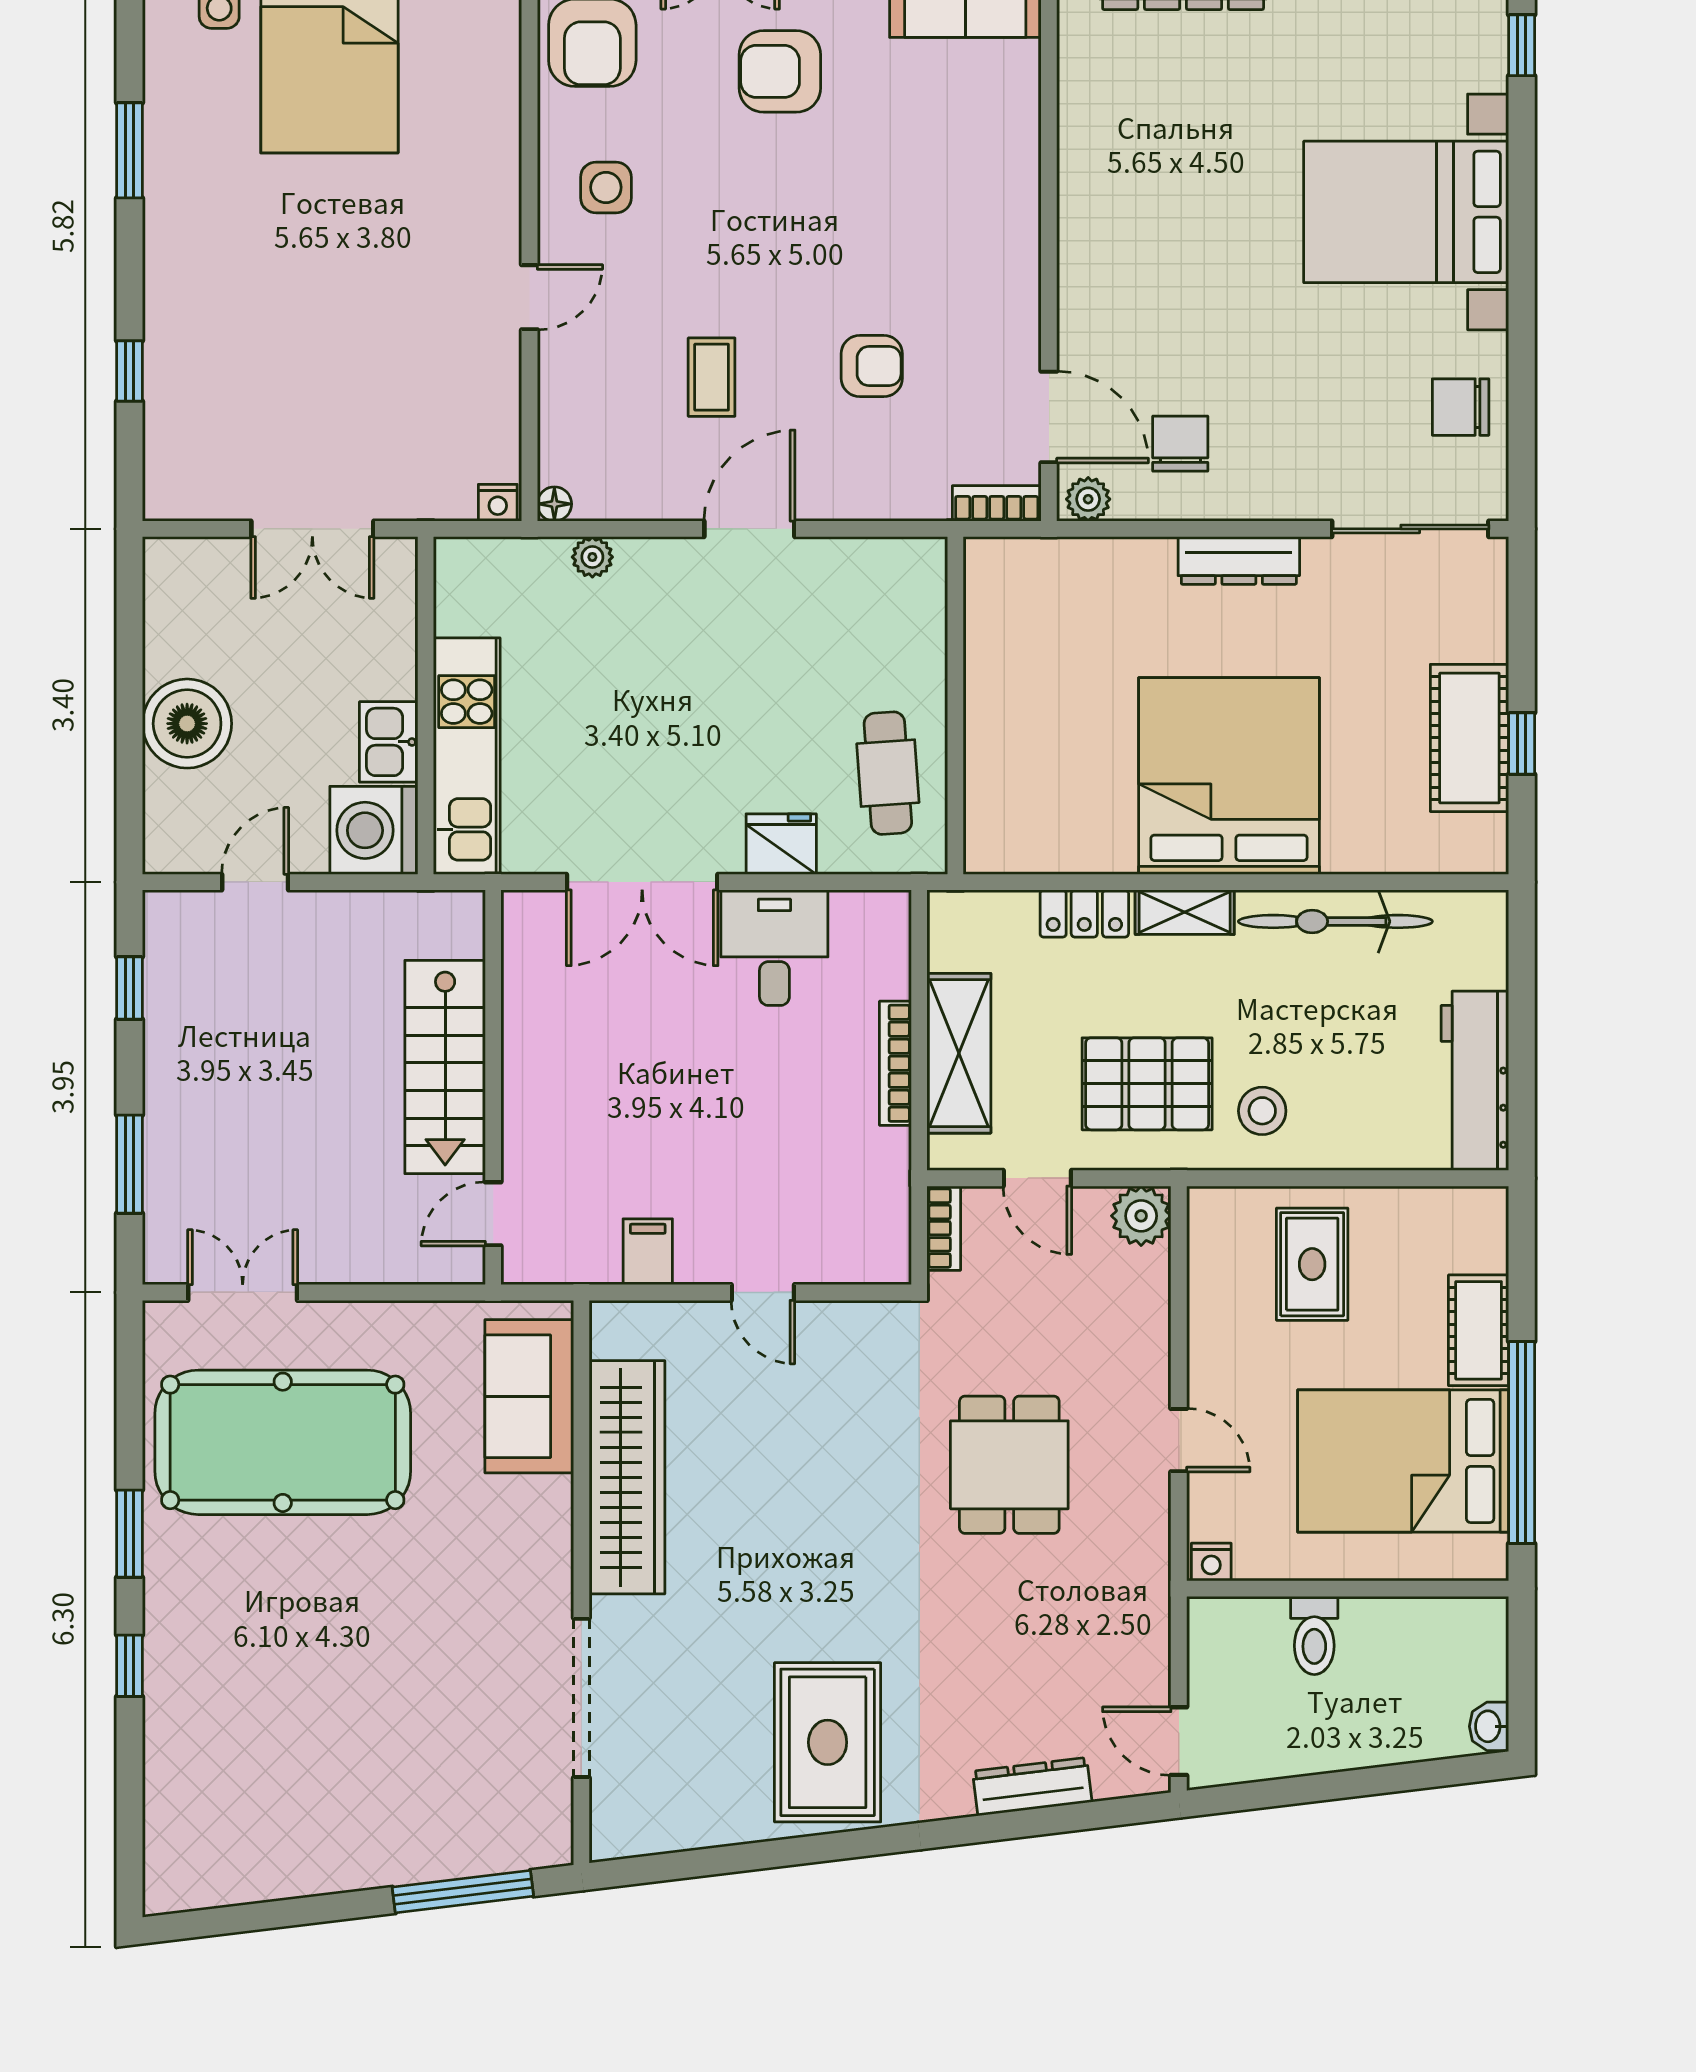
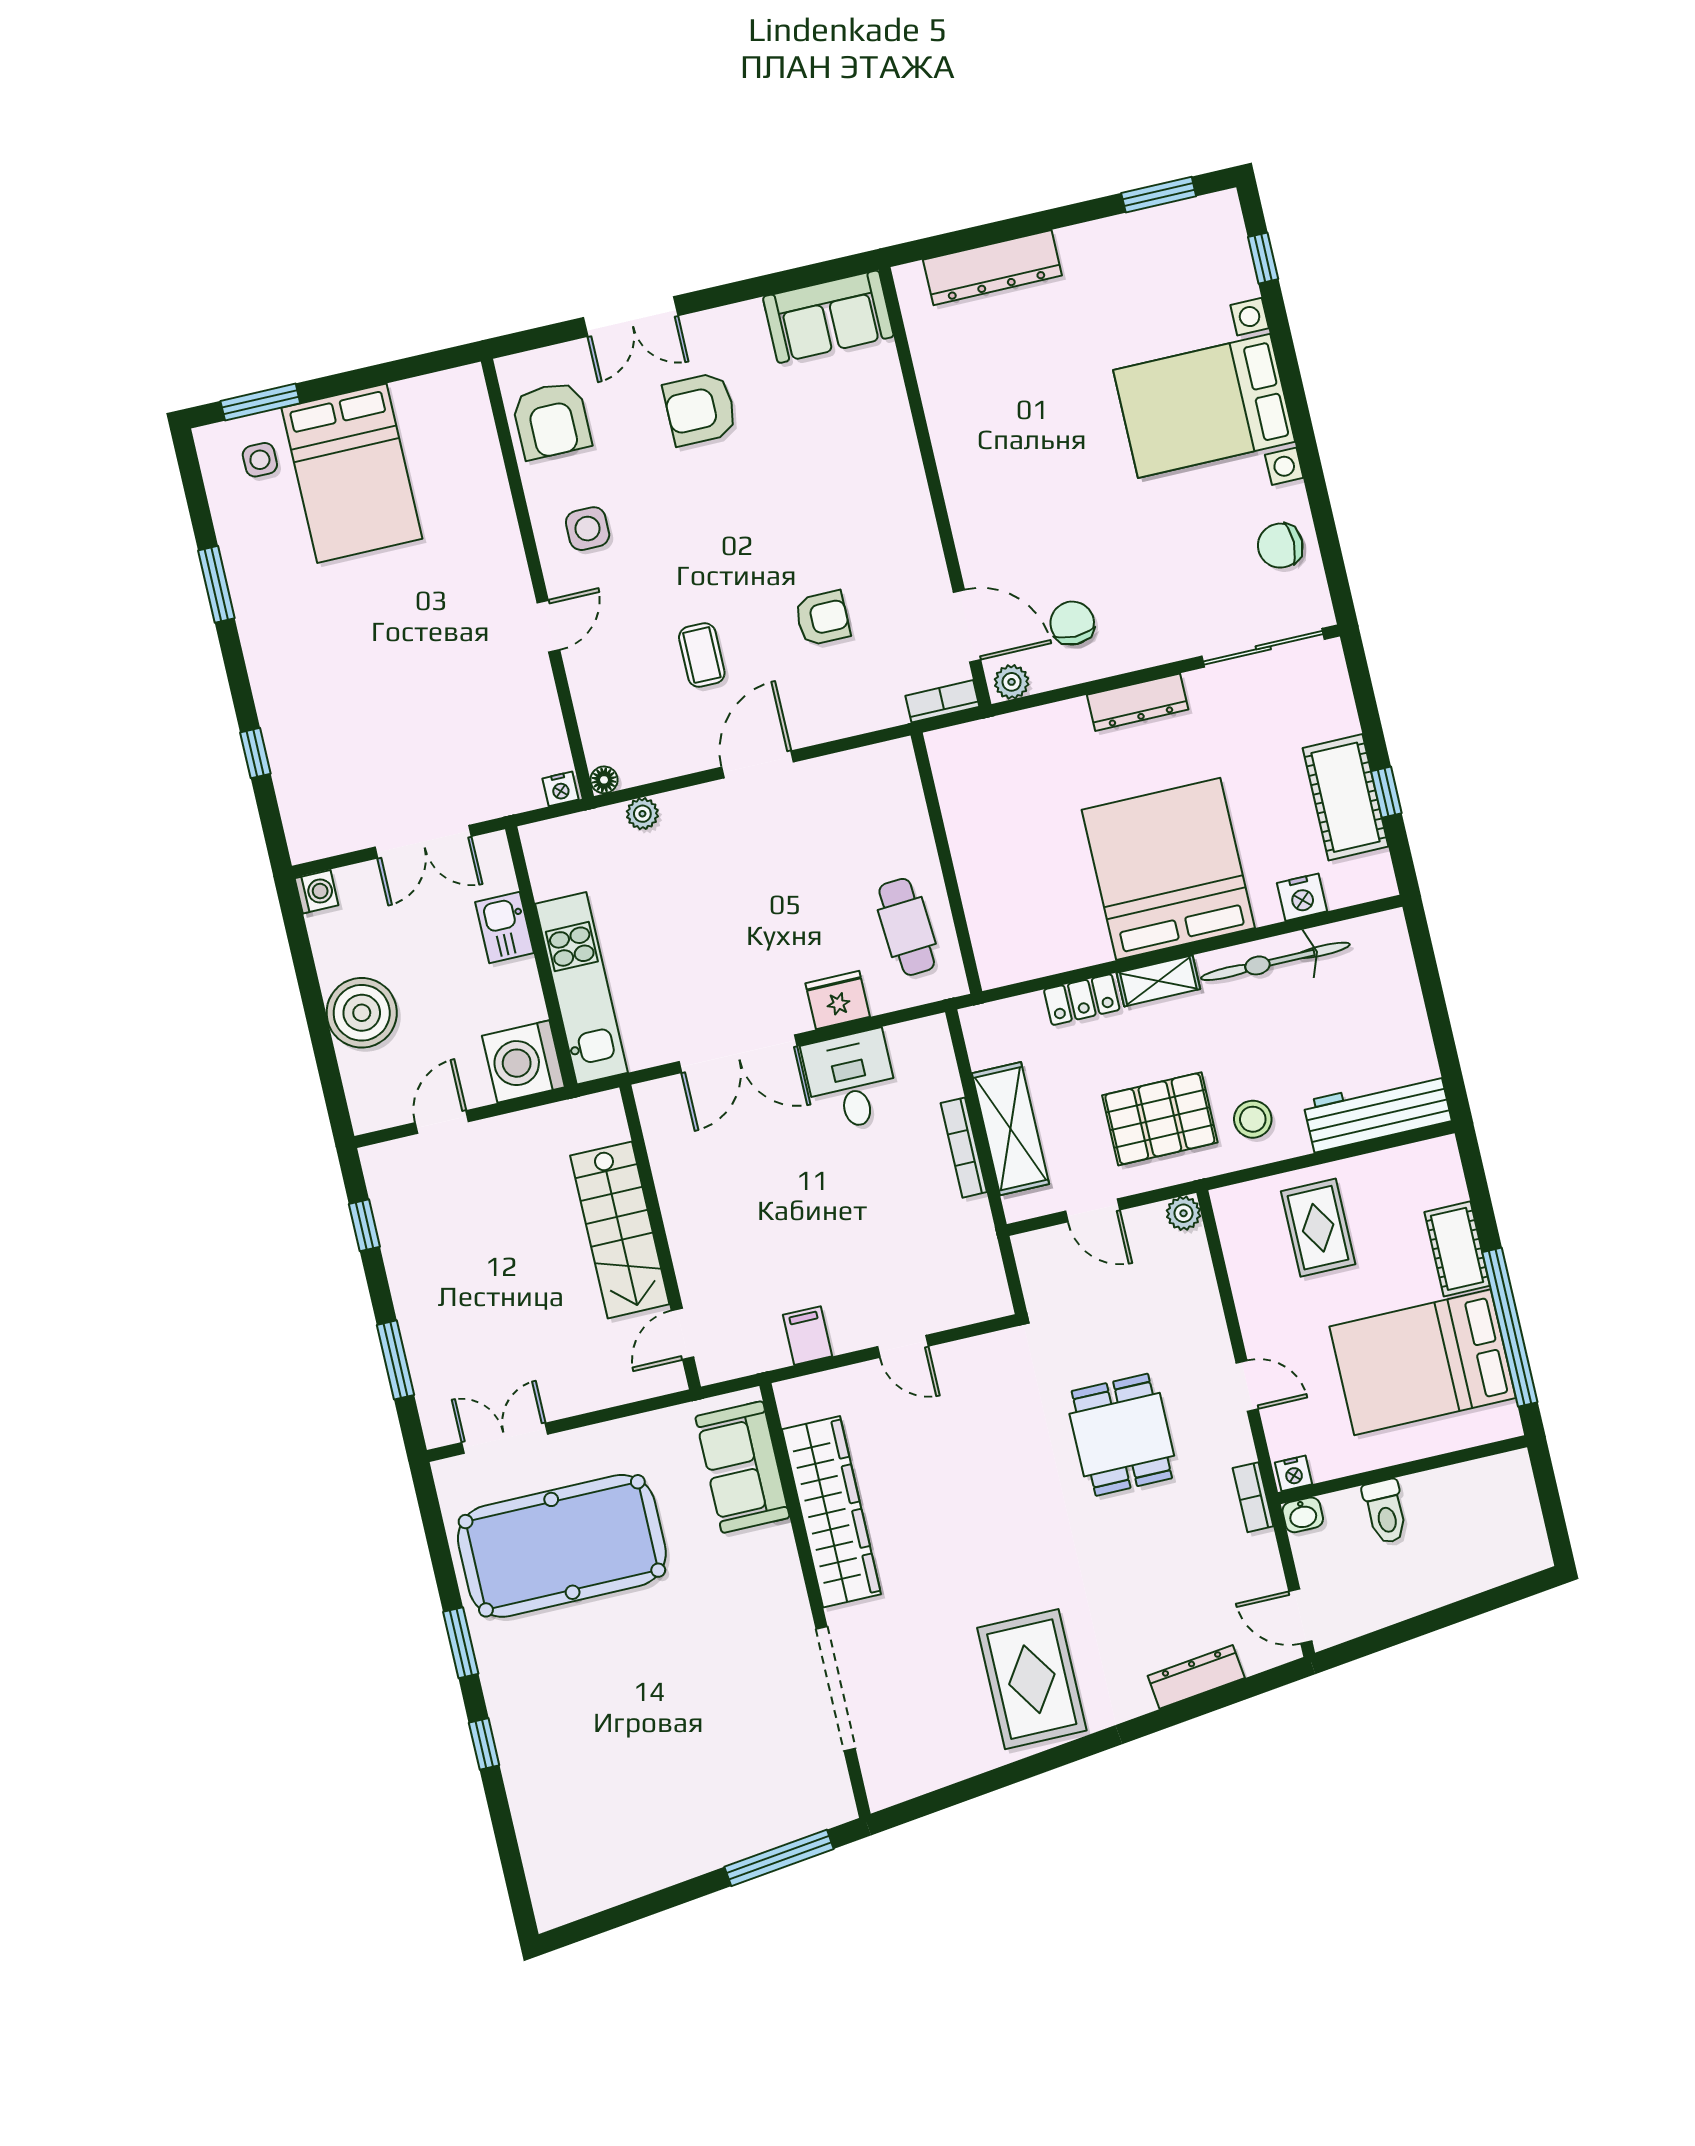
washing machine: (166, 561) -> (317, 892), added
kitchen sink: (389, 742) -> (504, 927), moved
nightstand: (1387, 849) -> (1302, 897), added
workbench: (1475, 1081) -> (1377, 1111), moved, turned 90
plant: (1141, 1216) -> (1183, 1213), width x0.73, depth x0.73
bookcase: (944, 1228) -> (1253, 1497), moved, turned 180
washbasin: (1489, 1726) -> (1303, 1515), moved, turned -90

